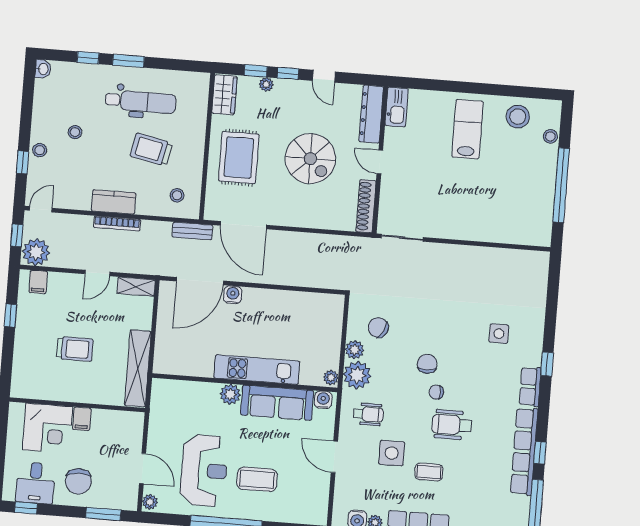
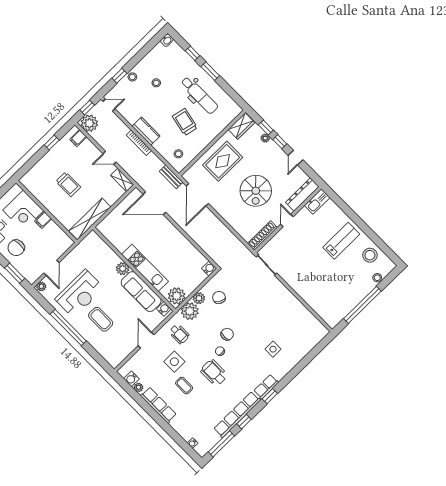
water cooler: (233, 295) -> (209, 268), moved
window: (547, 364) -> (270, 396), moved
plant: (331, 378) -> (177, 296), width x1.88, depth x1.88

